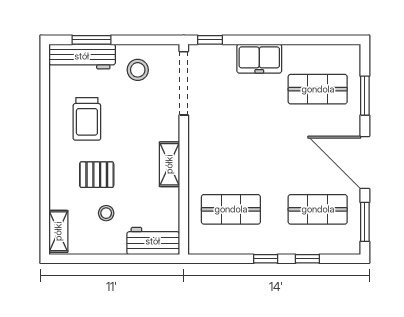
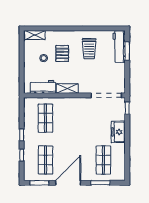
stool: (138, 70) -> (113, 73), removed
trolley: (87, 119) -> (89, 49), turned -90
workbench: (153, 241) -> (43, 87), moved, turned -90

